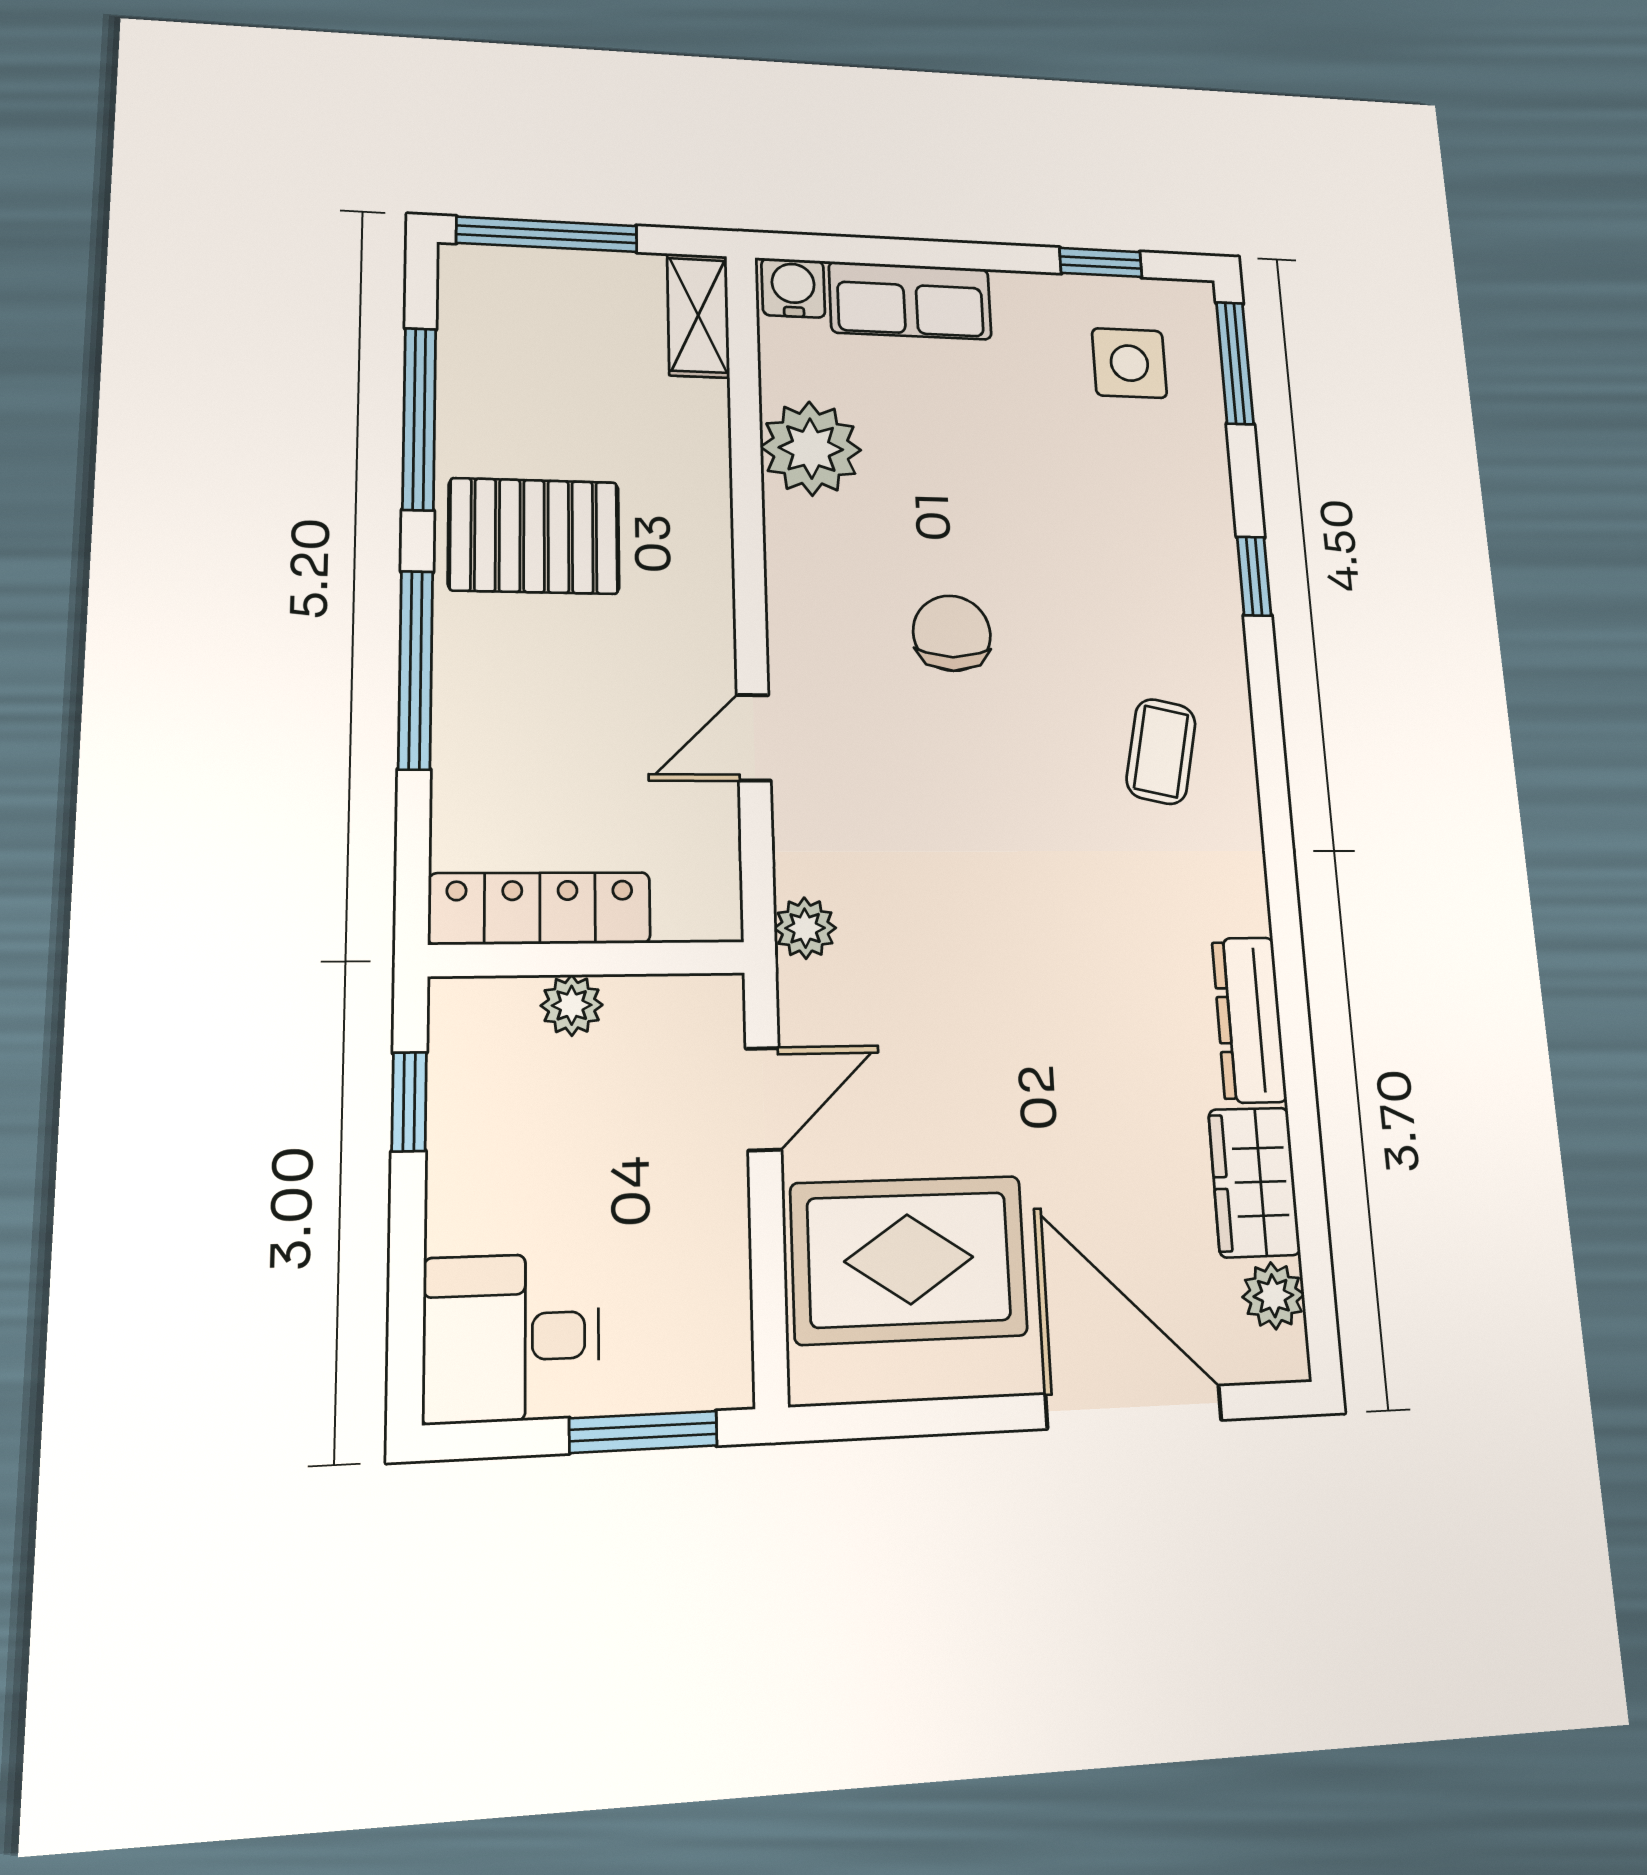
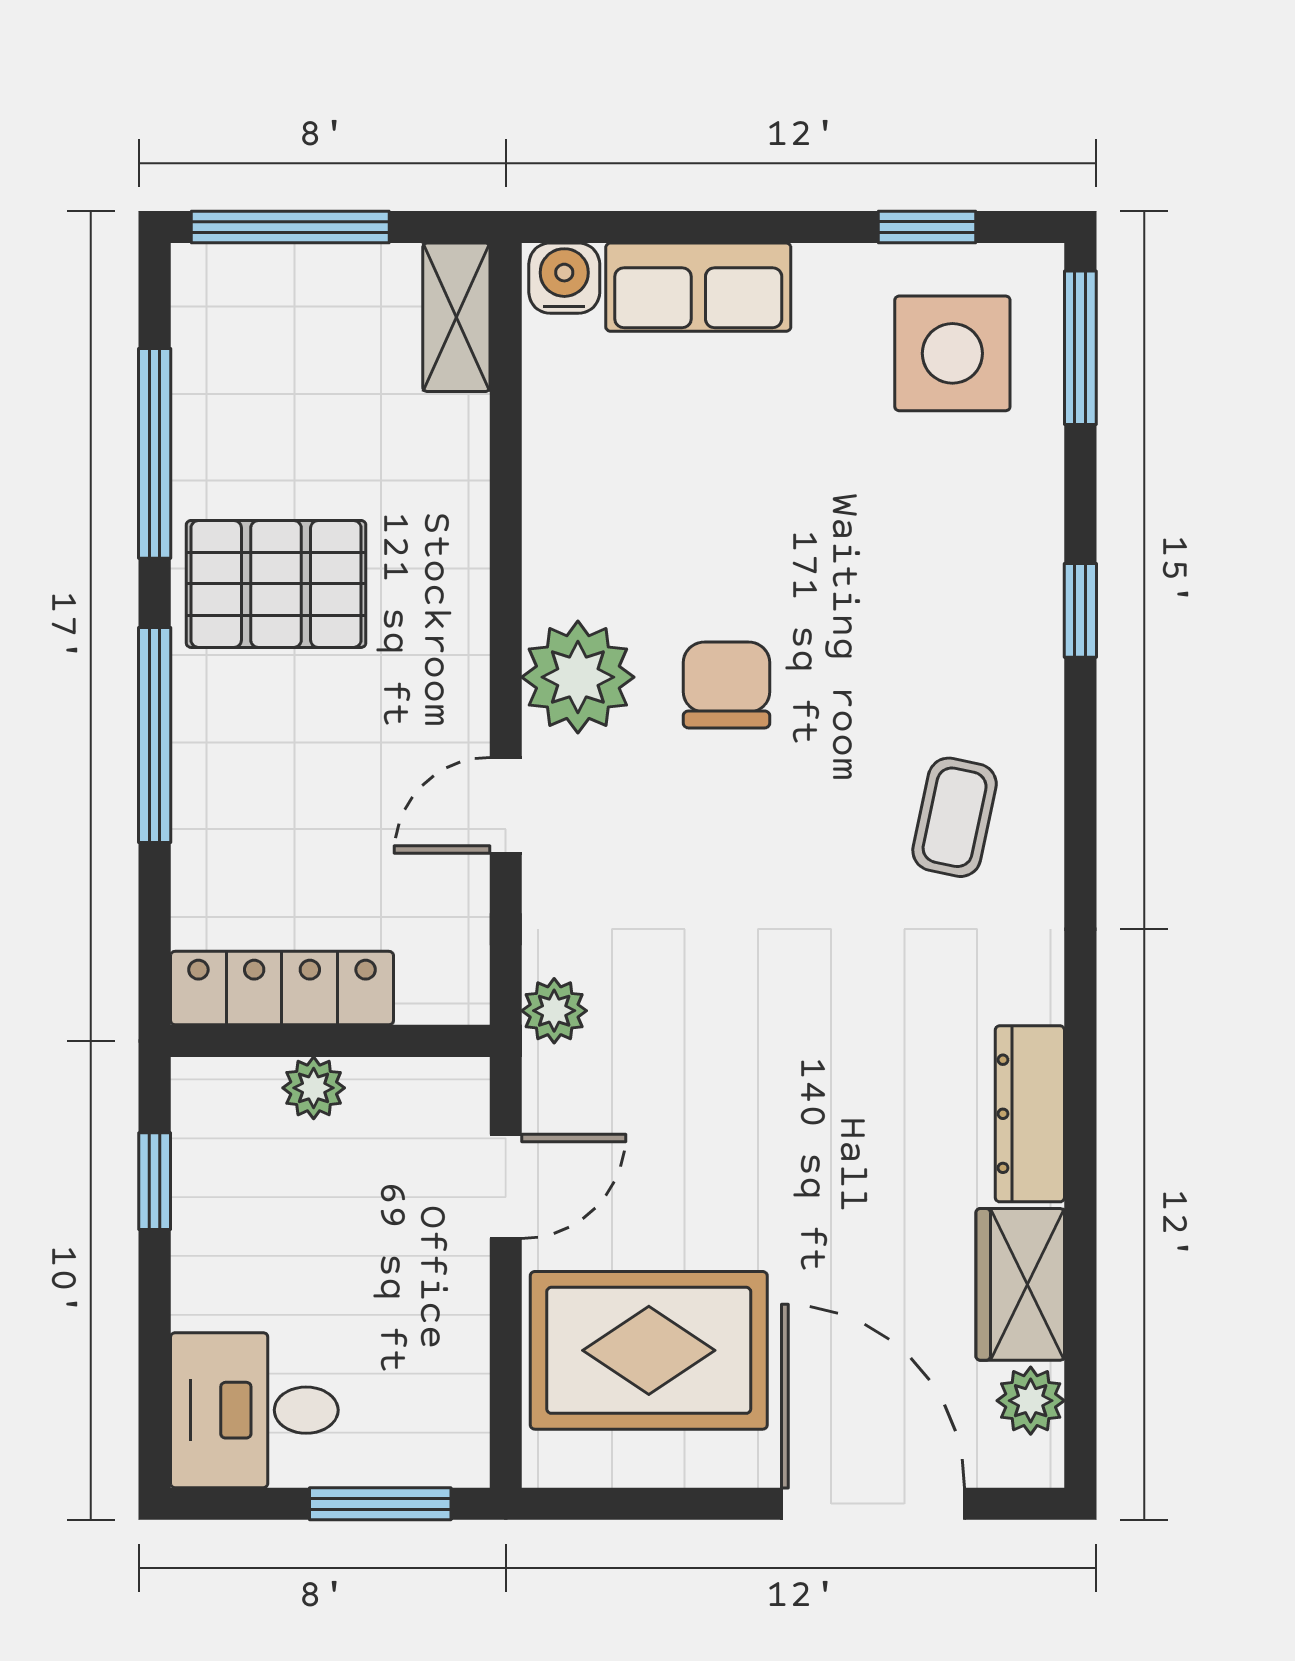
side table: (1129, 363) -> (952, 353), width x1.37, depth x1.37
plant: (811, 449) -> (578, 677), moved

